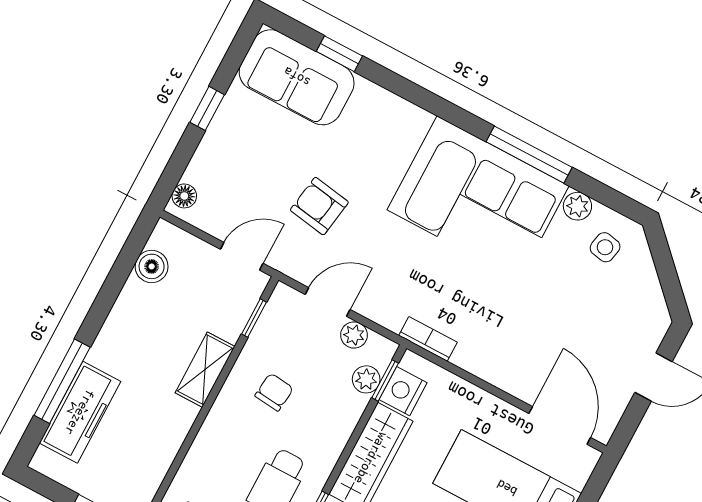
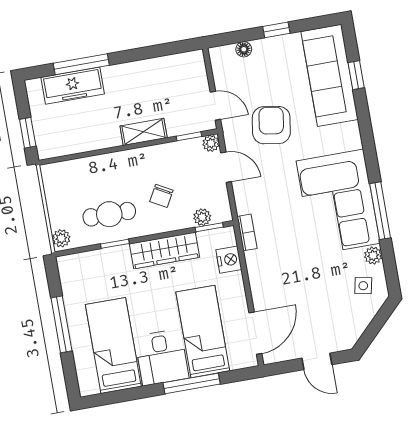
sofa: (297, 77) -> (330, 75), width x1.36
floor lamp: (184, 196) -> (244, 49), moved
armchair: (319, 206) -> (271, 125), width x1.38, depth x1.38
boiler: (152, 266) -> (175, 64), removed
plant: (354, 335) -> (211, 143), moved
nightstand: (403, 391) -> (229, 260), moved, turned 90
chair: (274, 392) -> (161, 196), moved, turned 113

